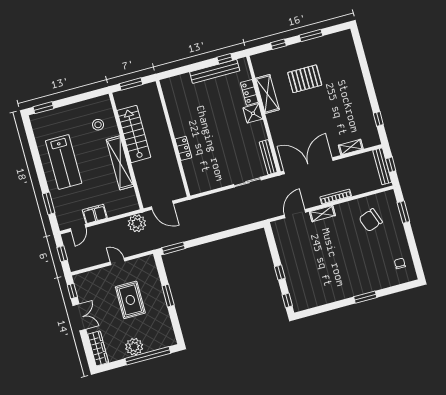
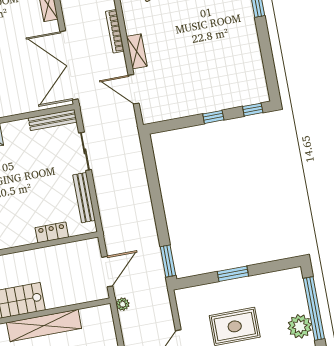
locker: (183, 148) -> (52, 232), moved
bench: (214, 184) -> (84, 198), added
plant: (137, 223) -> (123, 304), width x0.53, depth x0.53

